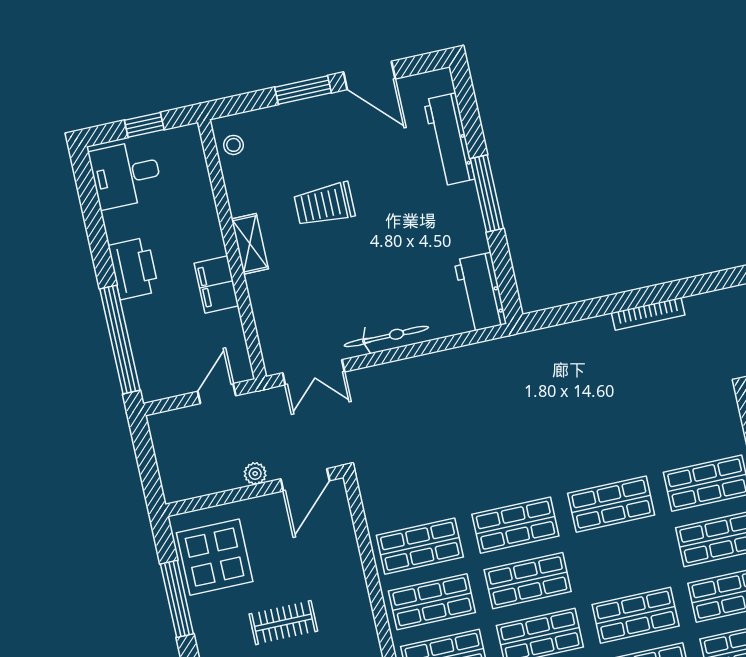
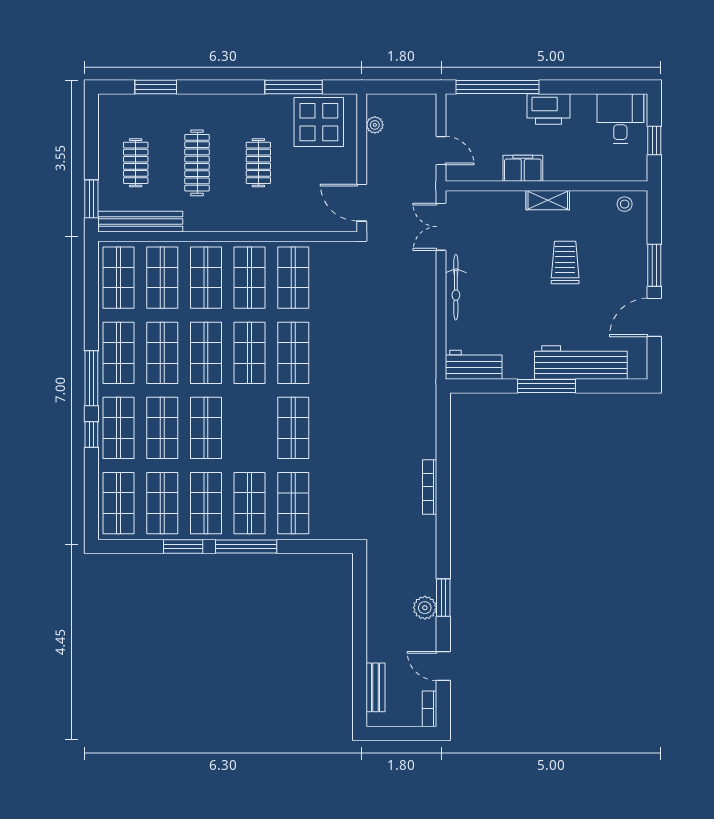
workbench: (449, 139) -> (581, 362), width x1.36, depth x1.32
plant: (255, 474) -> (375, 125), moved

